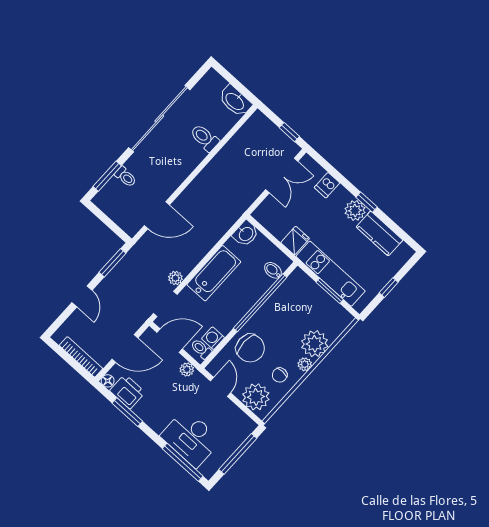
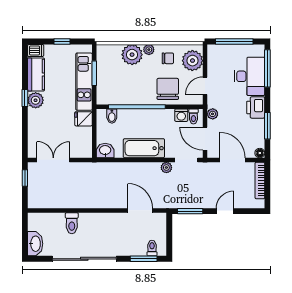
washbasin: (235, 101) -> (35, 244), moved
toilet: (126, 177) -> (152, 248), moved
dishwasher: (327, 185) -> (36, 50), moved
printer: (127, 392) -> (256, 107), moved

